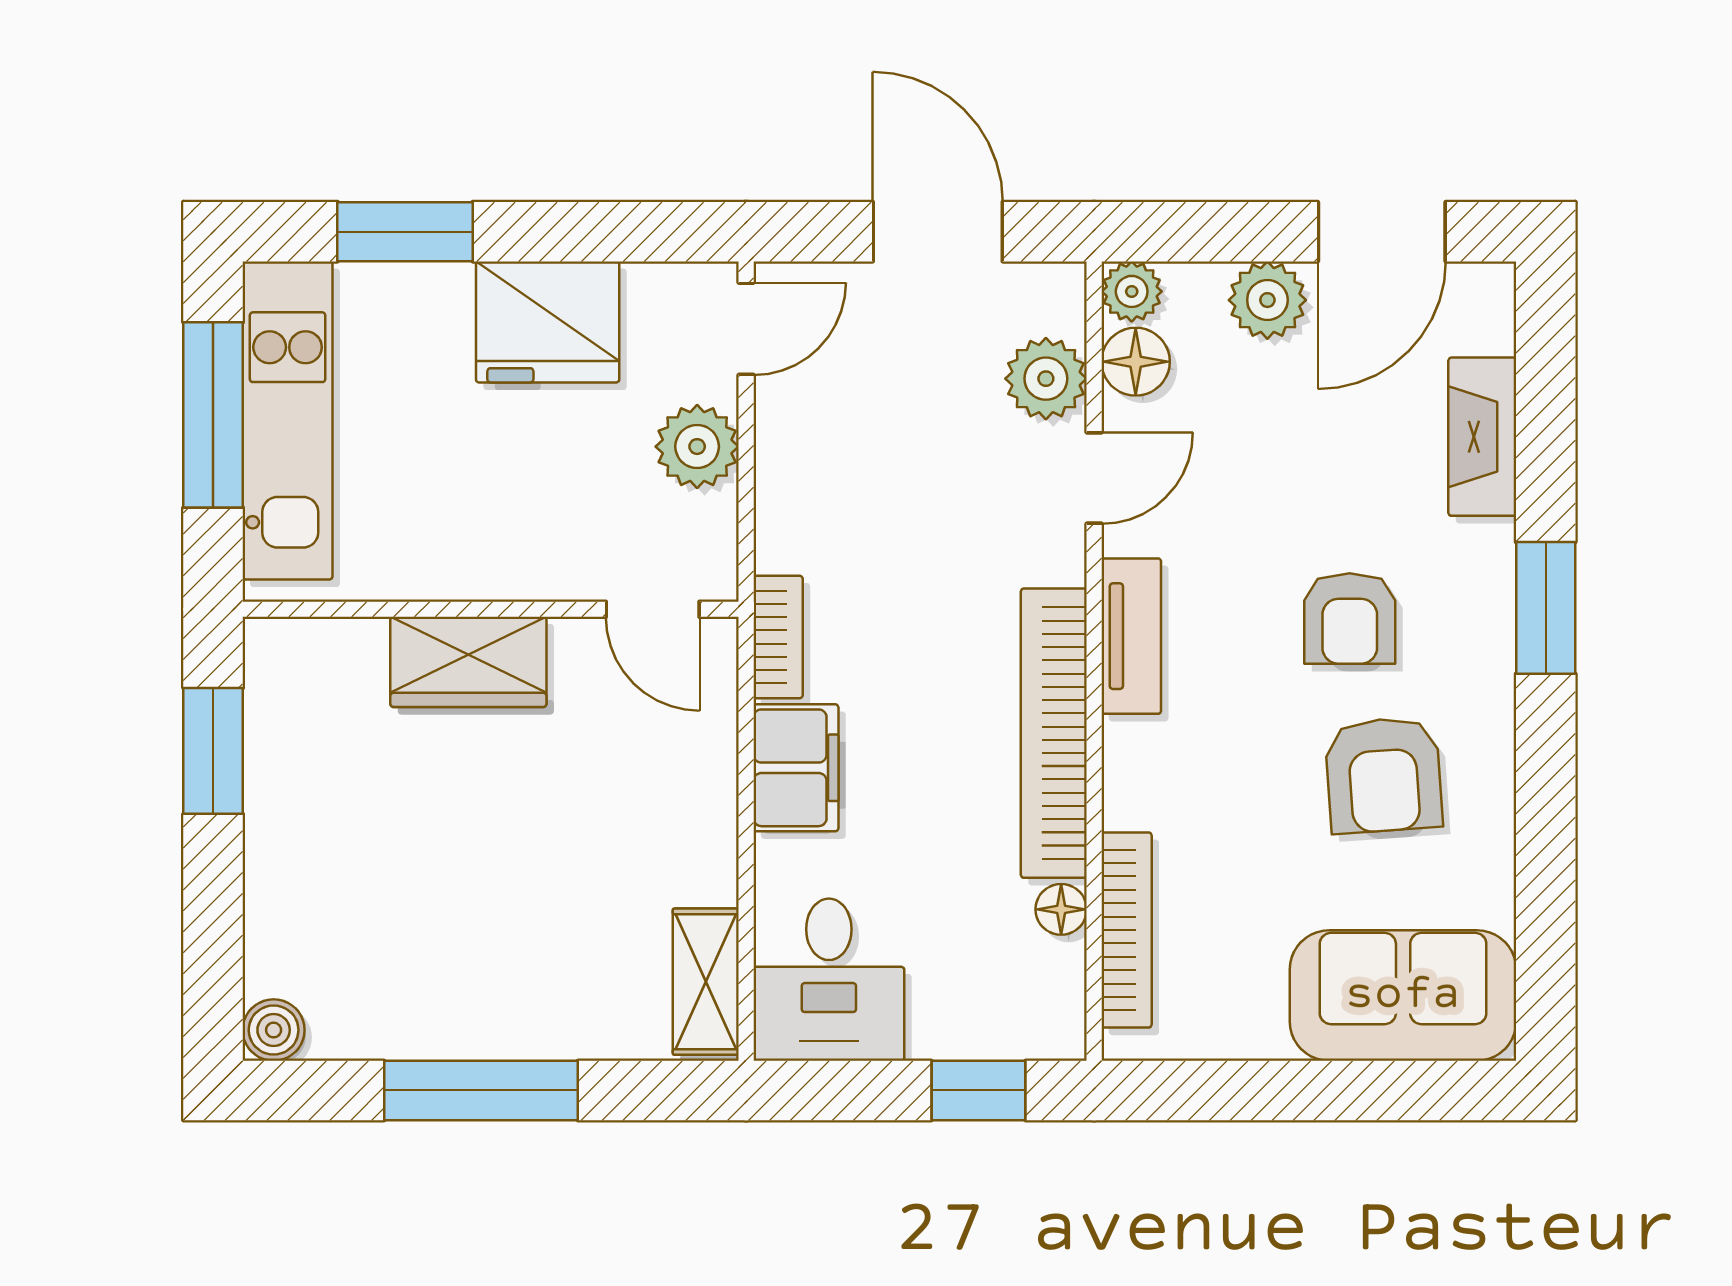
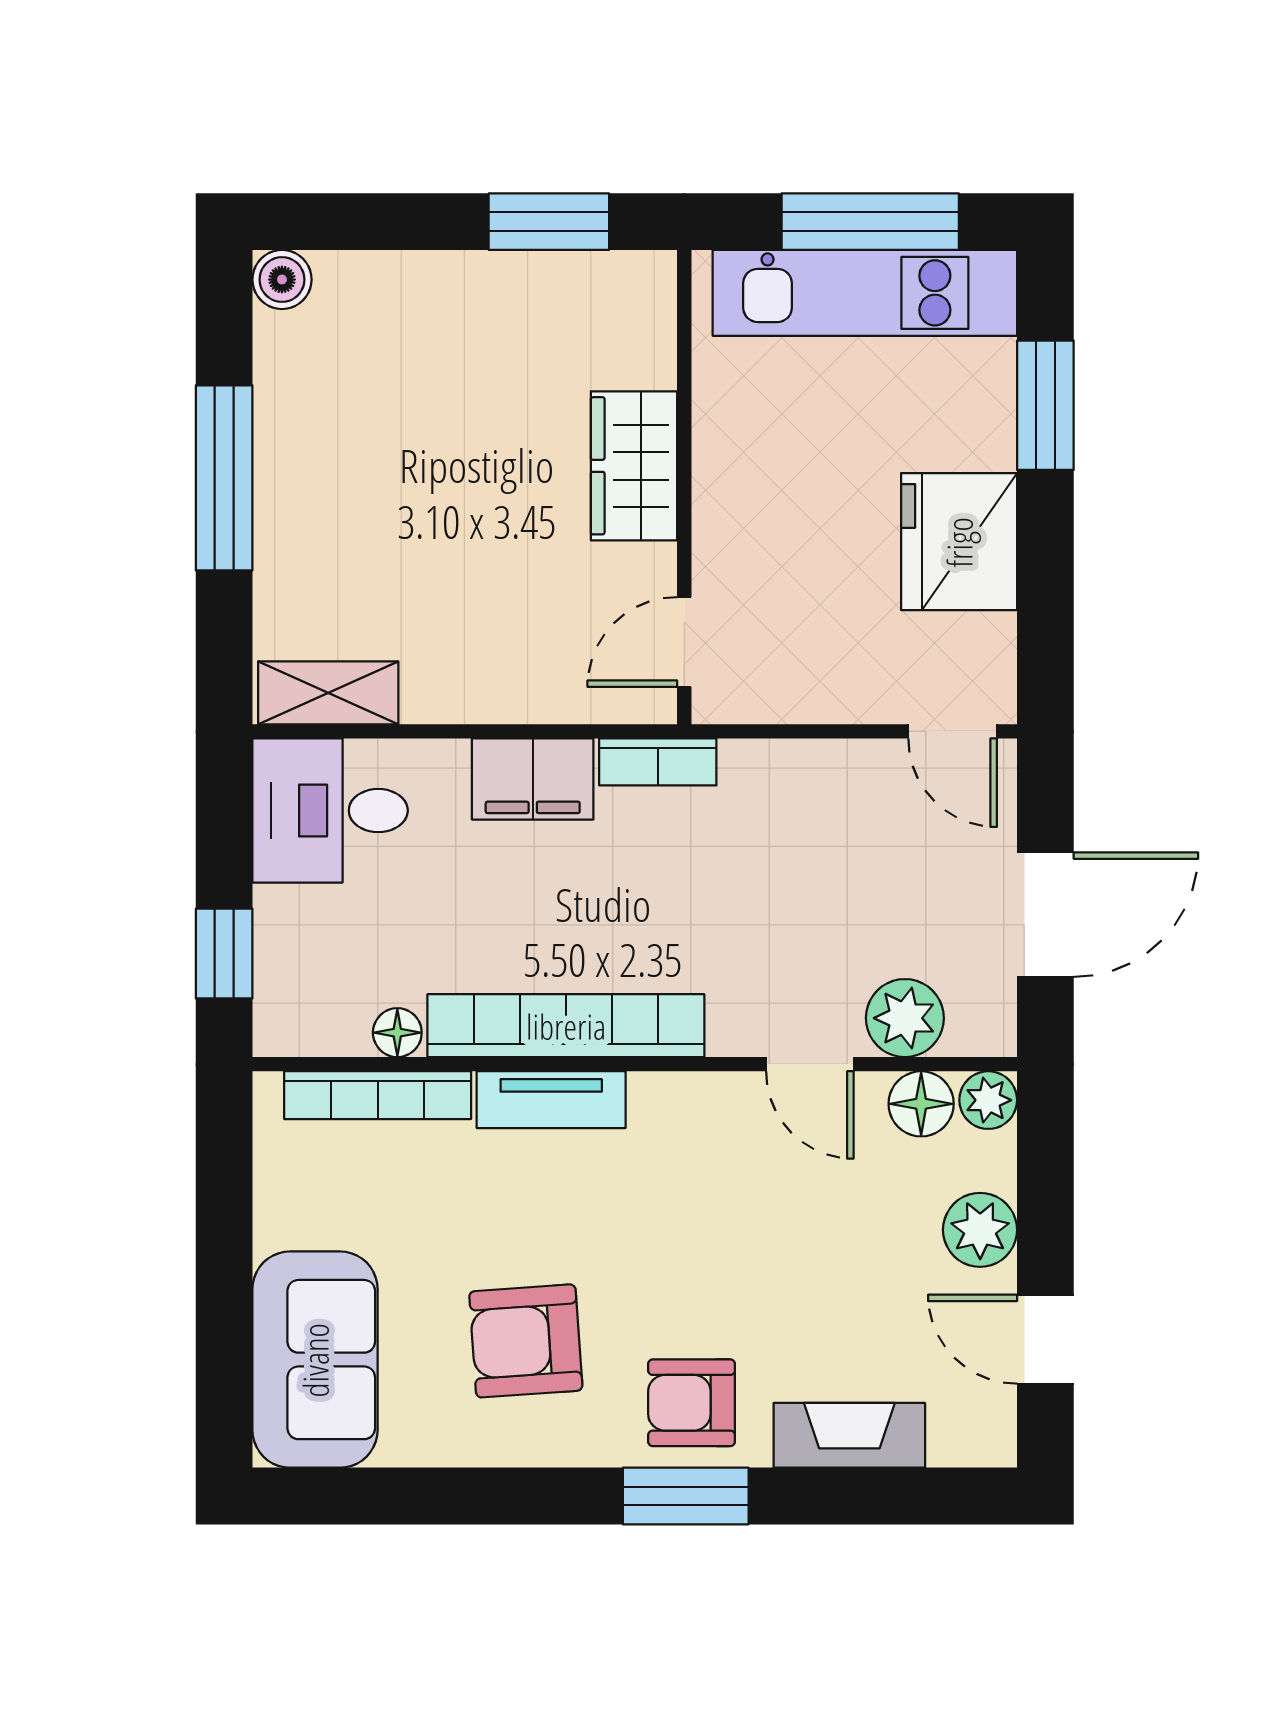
door: (1382, 232) -> (1045, 1339), width x0.73
plant: (697, 447) -> (840, 685), removed
armchair: (1350, 619) -> (692, 1403), moved
tv unit: (1131, 636) -> (551, 1100), moved

